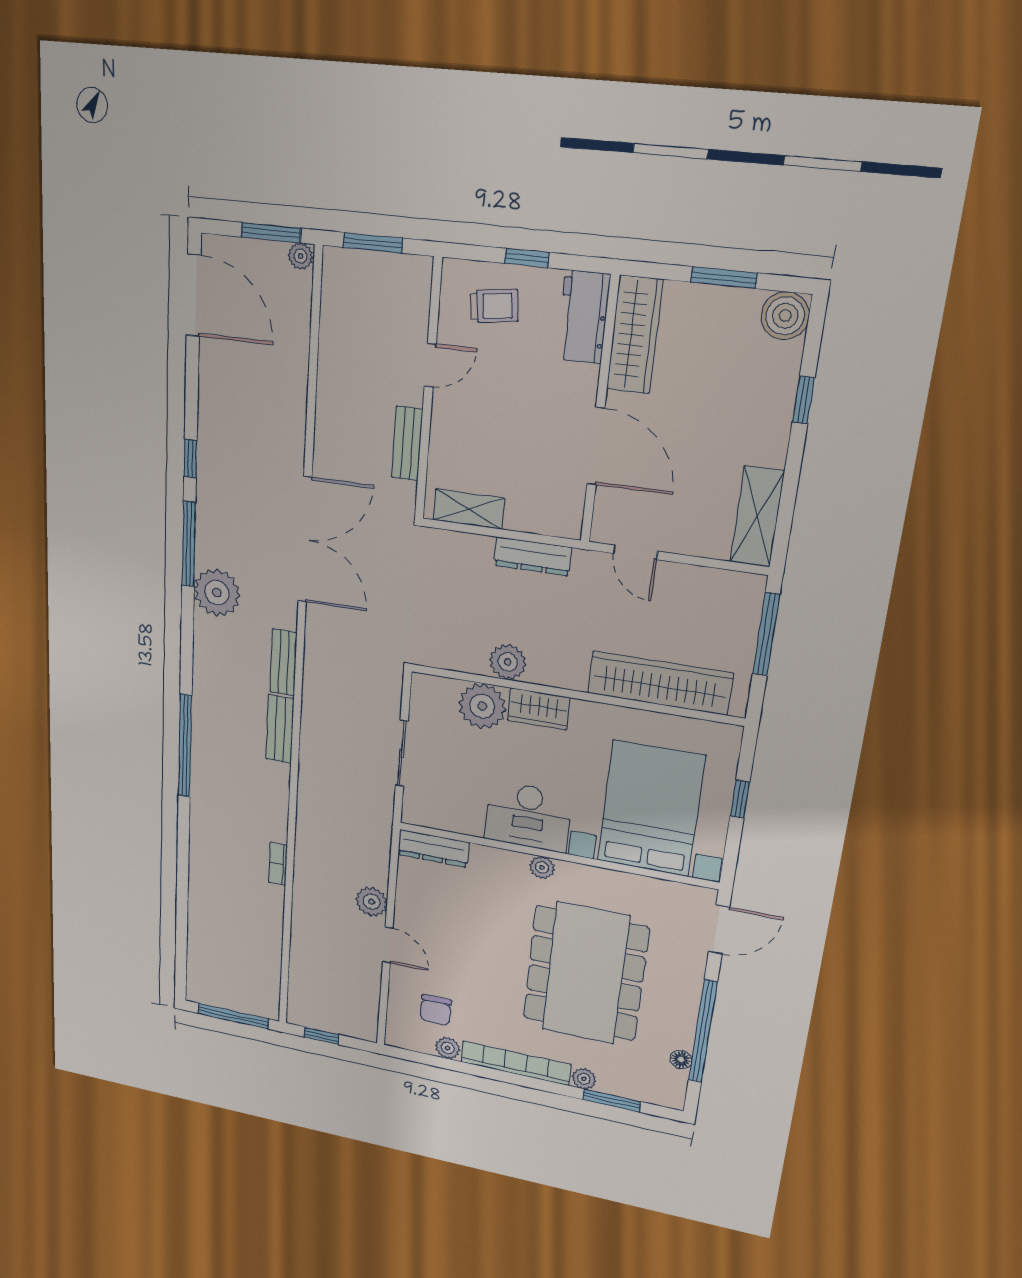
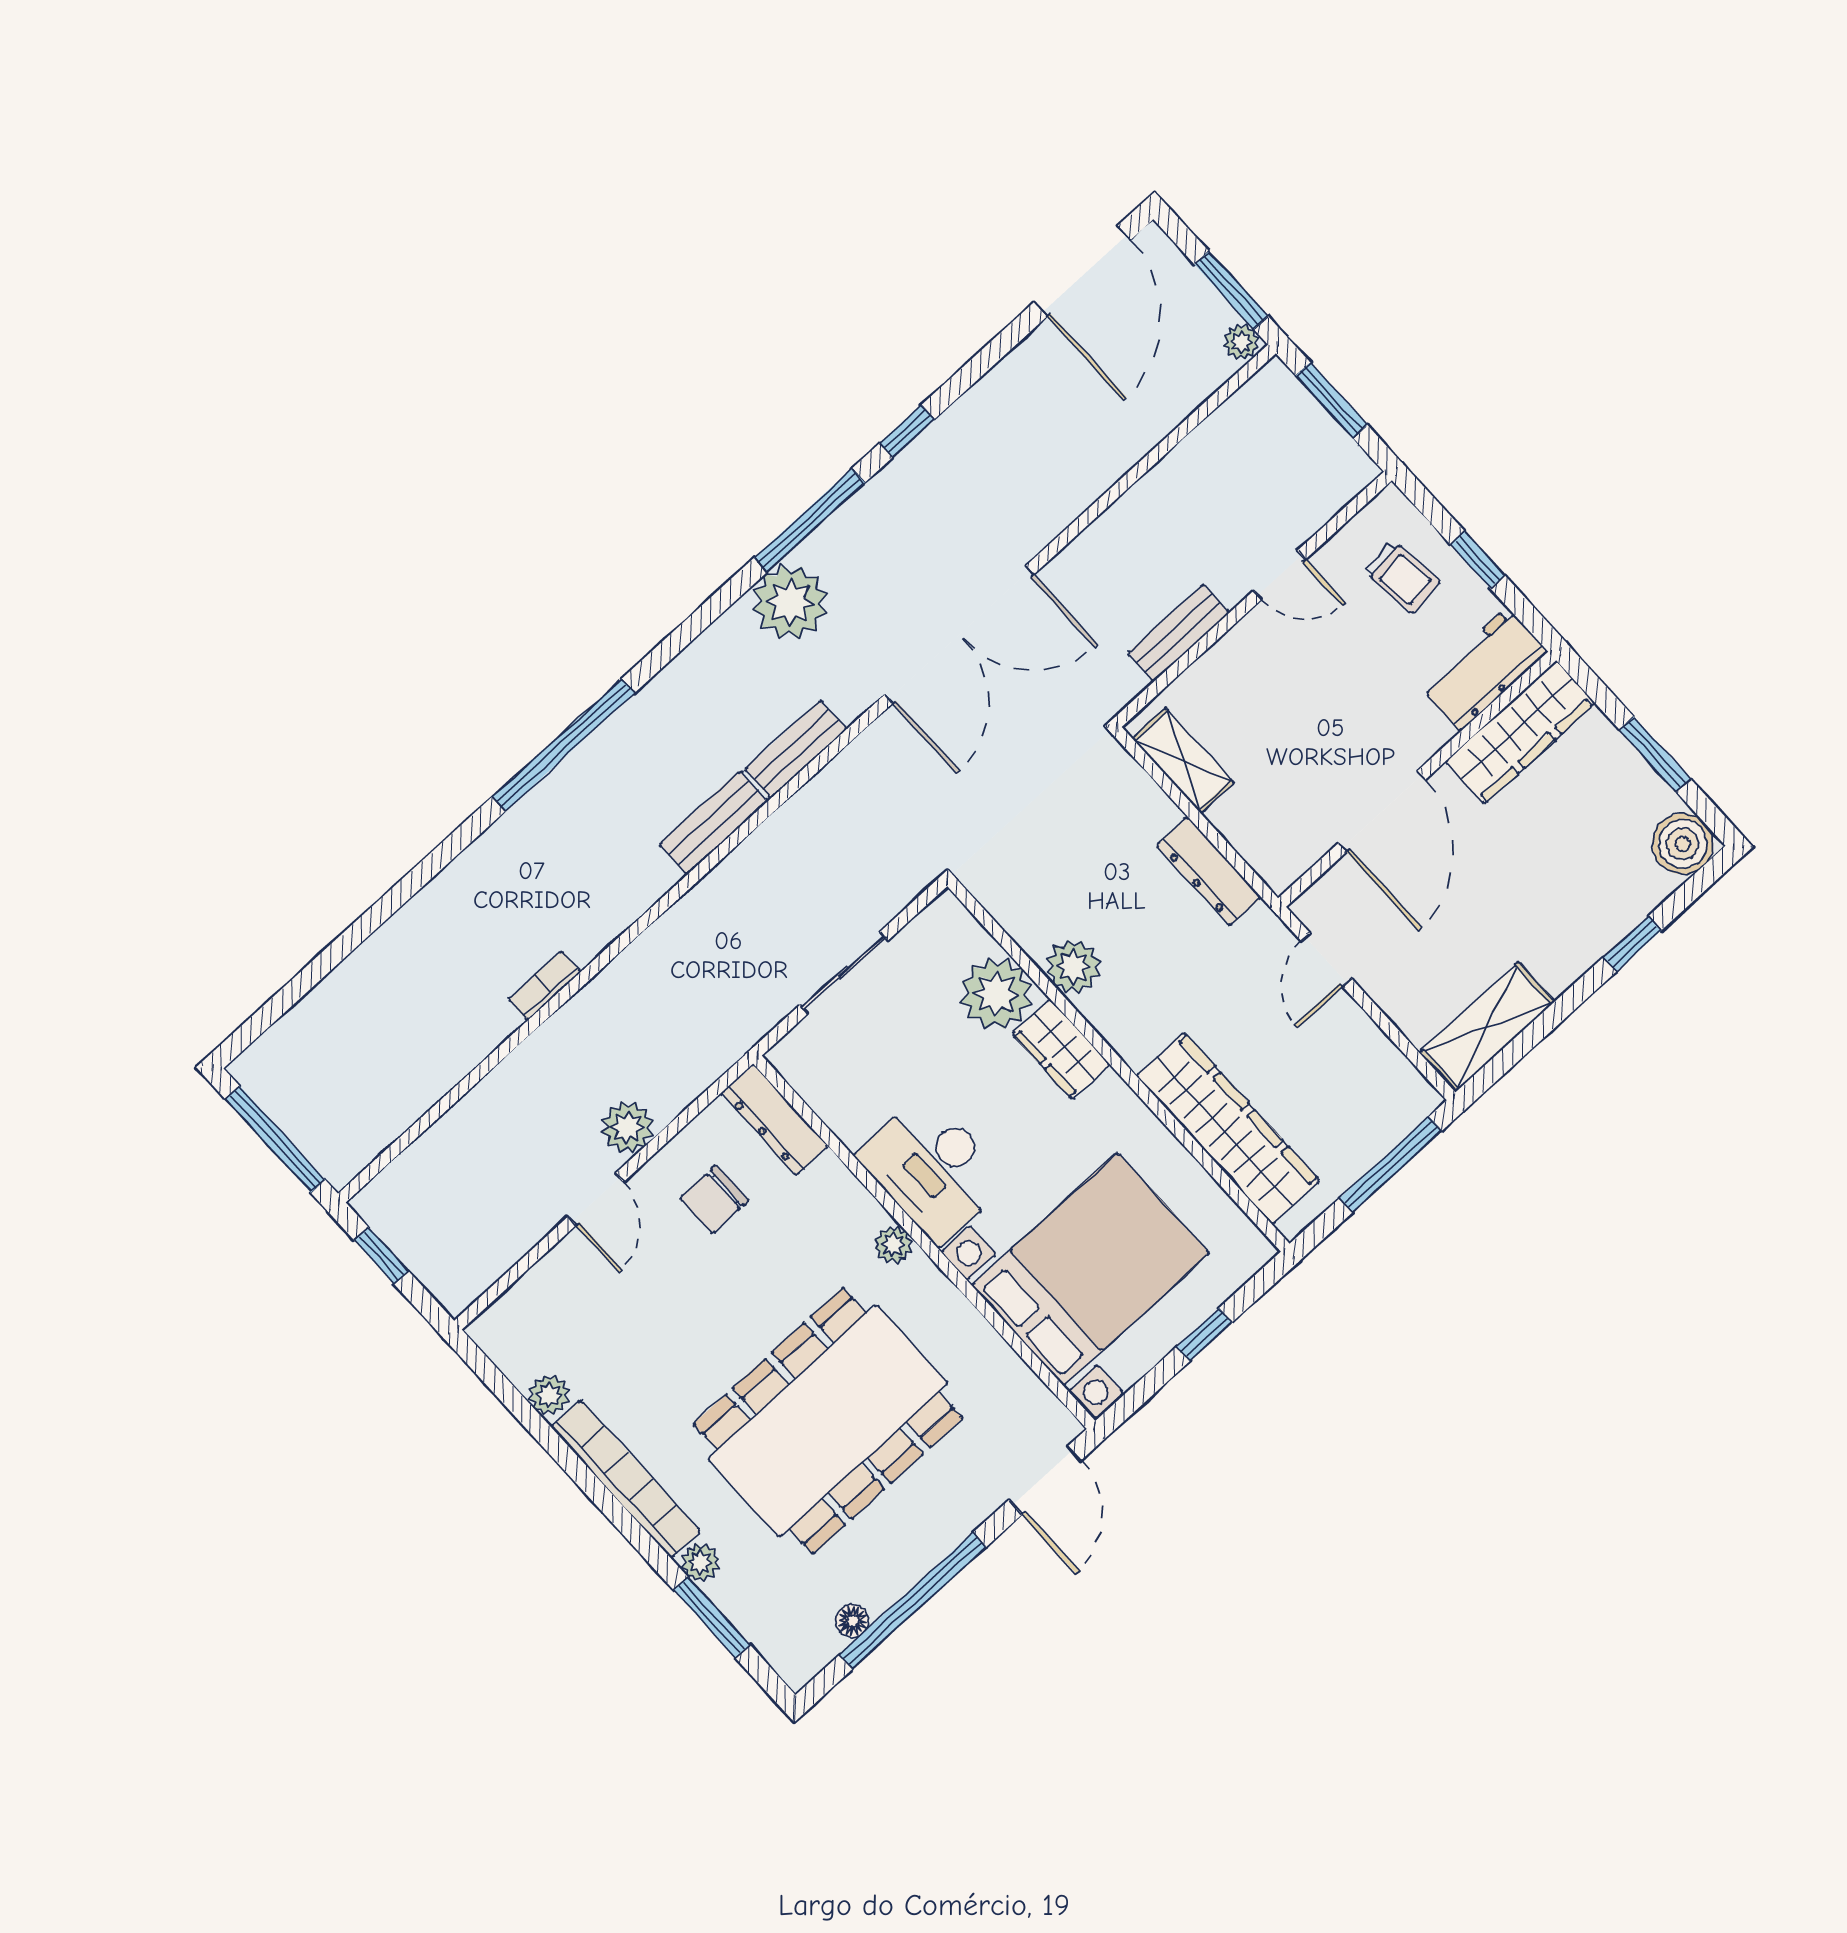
door: (719, 930) -> (1045, 1480), hinge flipped
chair: (436, 1010) -> (714, 1199), moved

